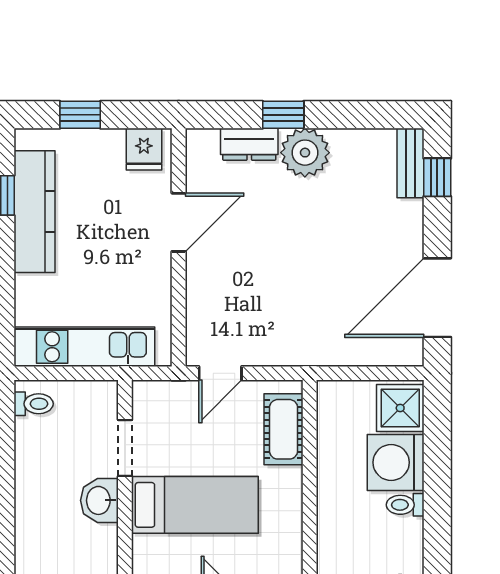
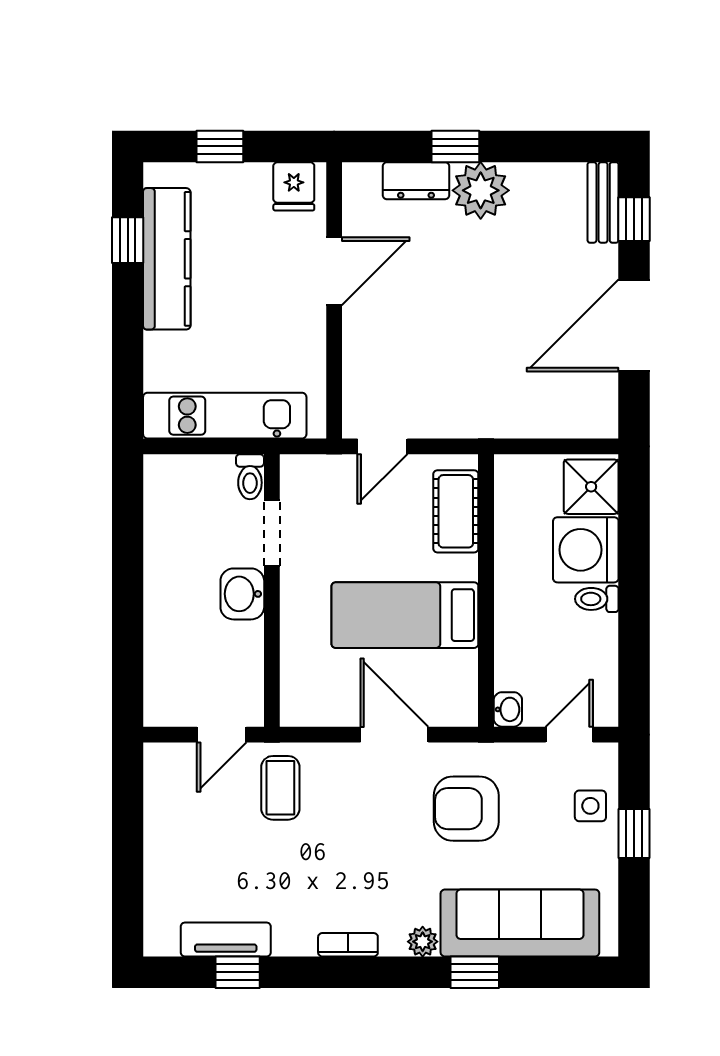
door: (437, 298) -> (634, 325), moved
toilet: (34, 404) -> (250, 477), moved, turned 90
bed: (195, 505) -> (405, 615), moved, turned 180

